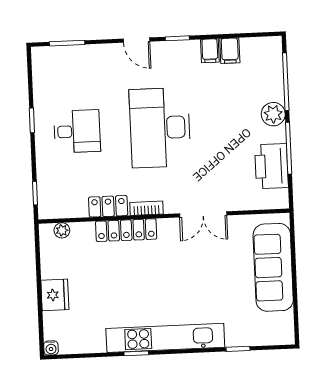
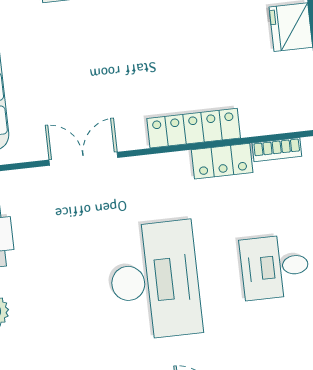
bookcase: (146, 208) -> (277, 150), moved
plant: (62, 230) -> (287, 122), removed

